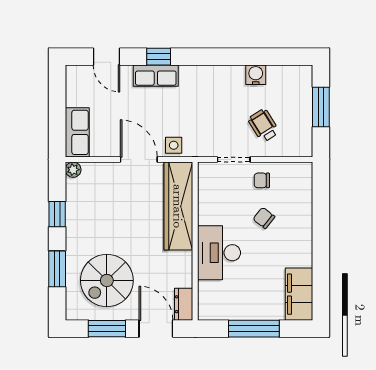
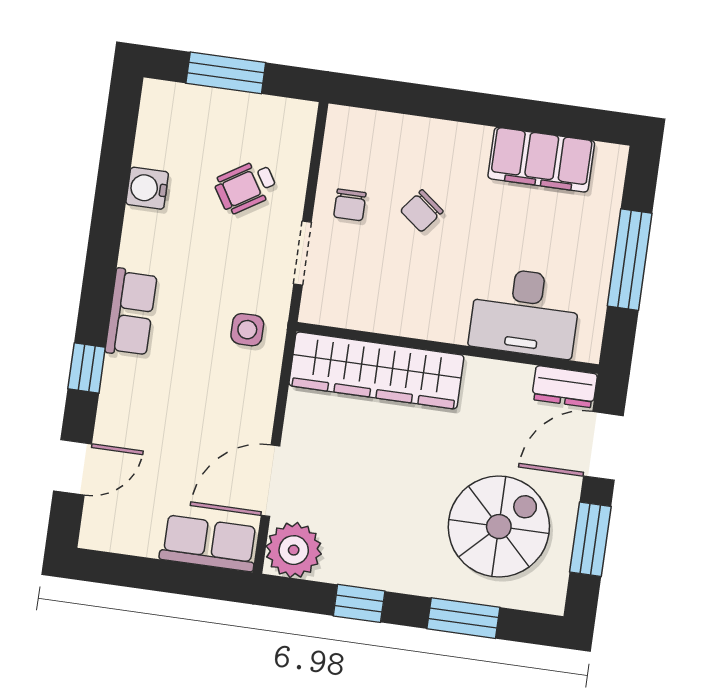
row of seats: (156, 76) -> (131, 313), moved
side table: (174, 145) -> (247, 330), moved
door: (139, 160) -> (270, 481), moved
plant: (73, 170) -> (294, 550), width x1.88, depth x1.88
desk: (219, 253) -> (525, 312), moved
spiral stairs: (107, 280) -> (499, 527), turned -90
filing cabinet: (299, 294) -> (541, 160), moved

